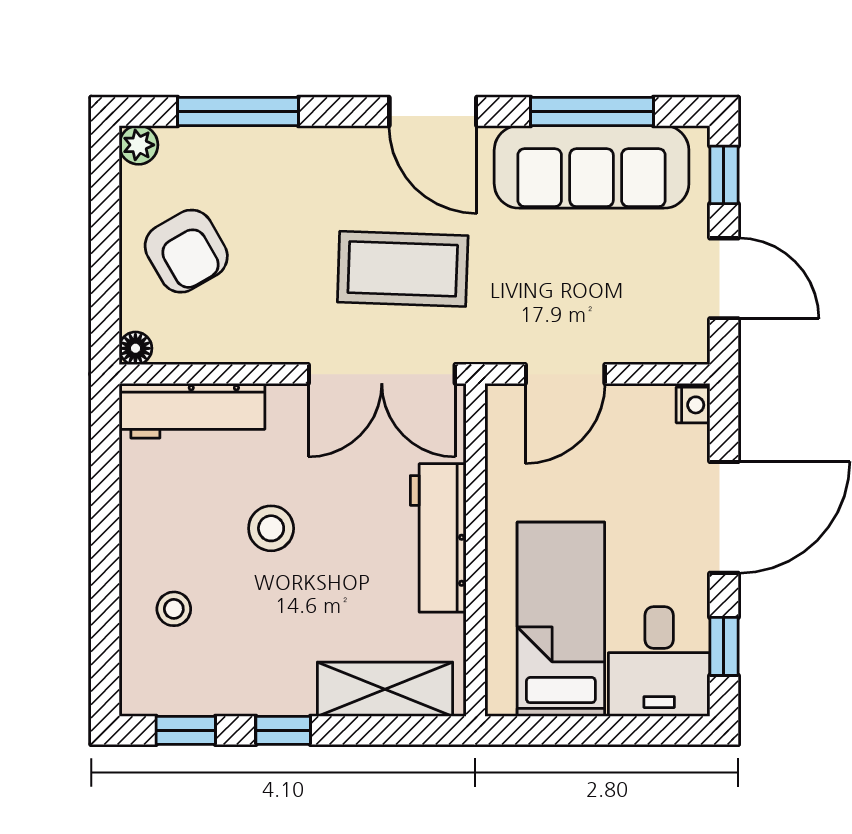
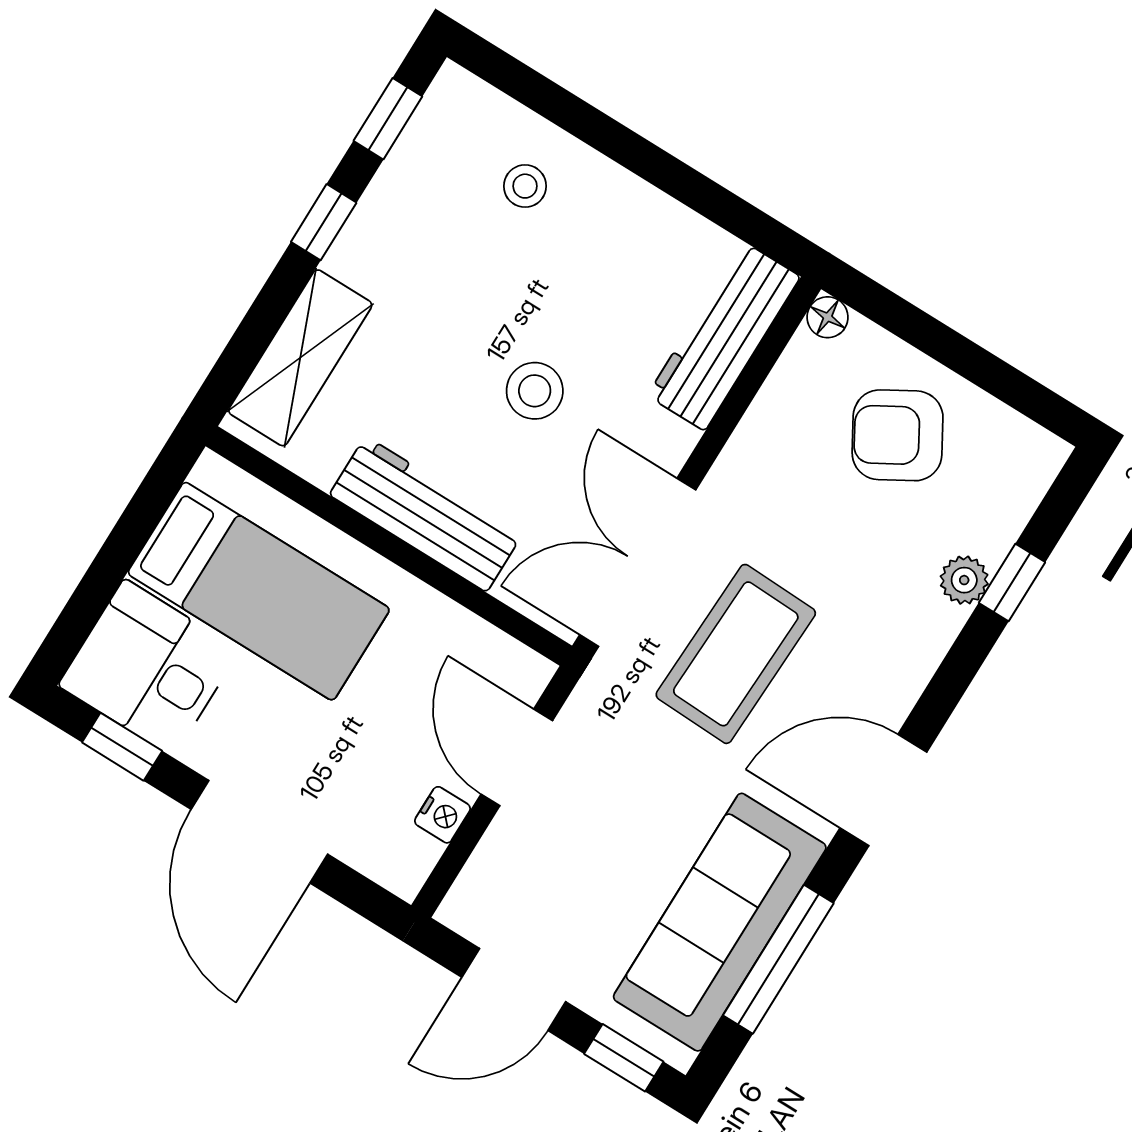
window: (238, 111) -> (1012, 583), width x0.46
plant: (139, 145) -> (964, 580), moved
nightstand: (693, 405) -> (443, 815), moved, turned -90
stool: (271, 528) -> (535, 391), moved

